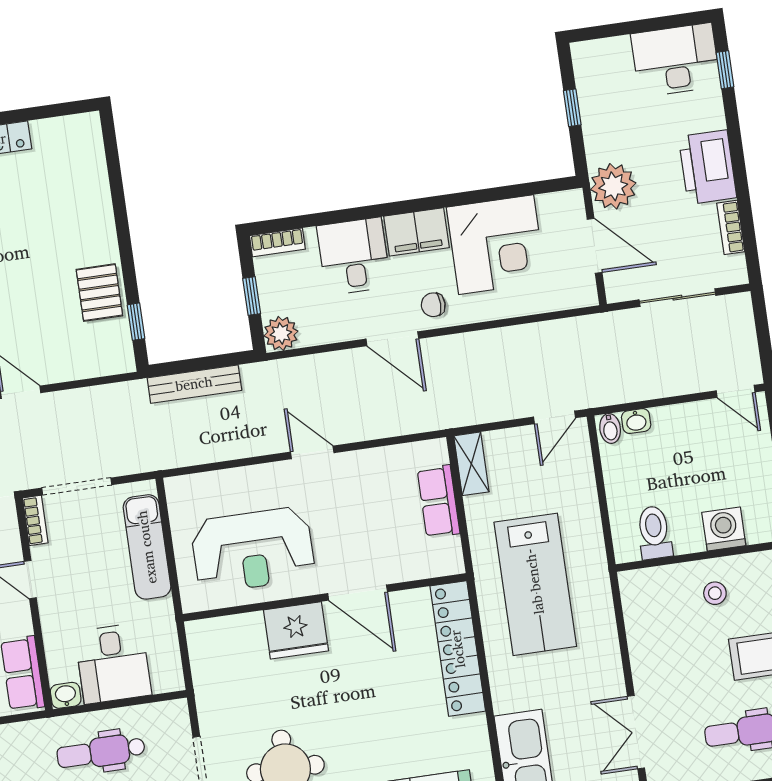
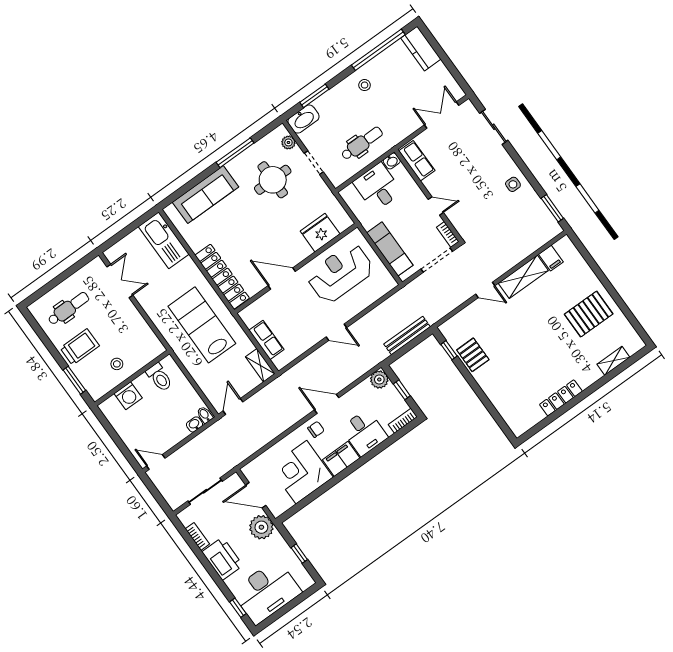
desk: (676, 60) -> (266, 592), width x1.36, depth x1.30
fridge: (296, 630) -> (320, 233), moved

